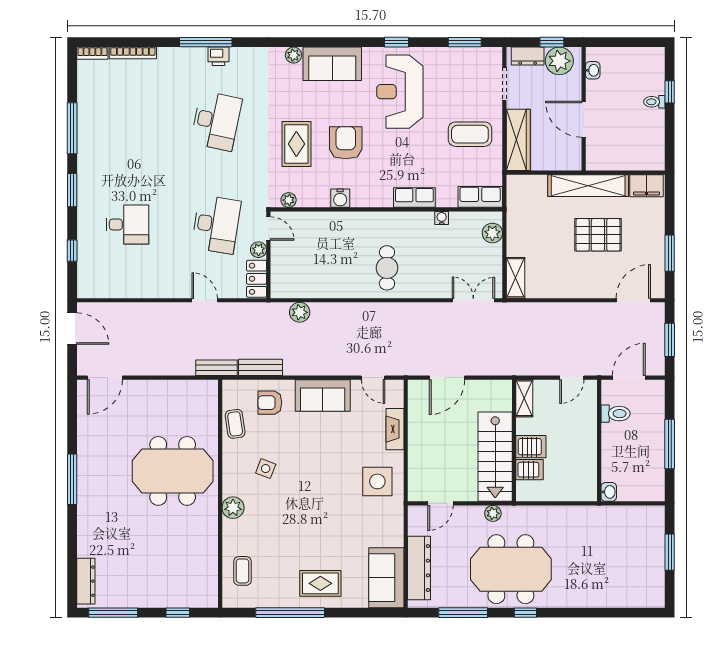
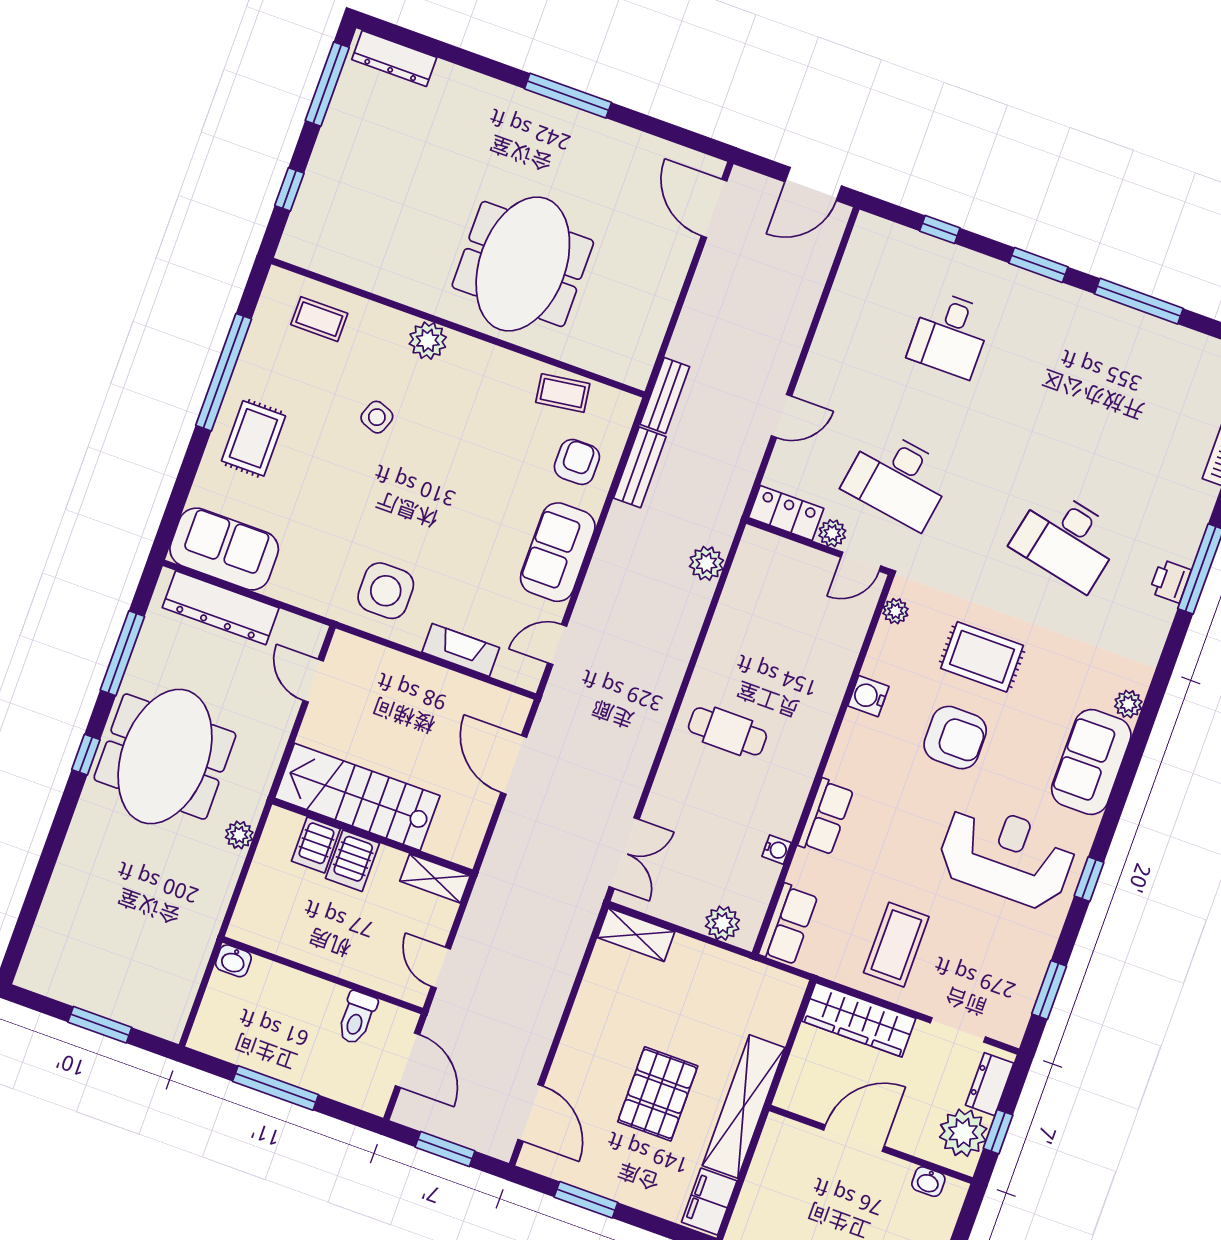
side table: (266, 469) -> (377, 417), moved
plant: (493, 513) -> (239, 835), moved

